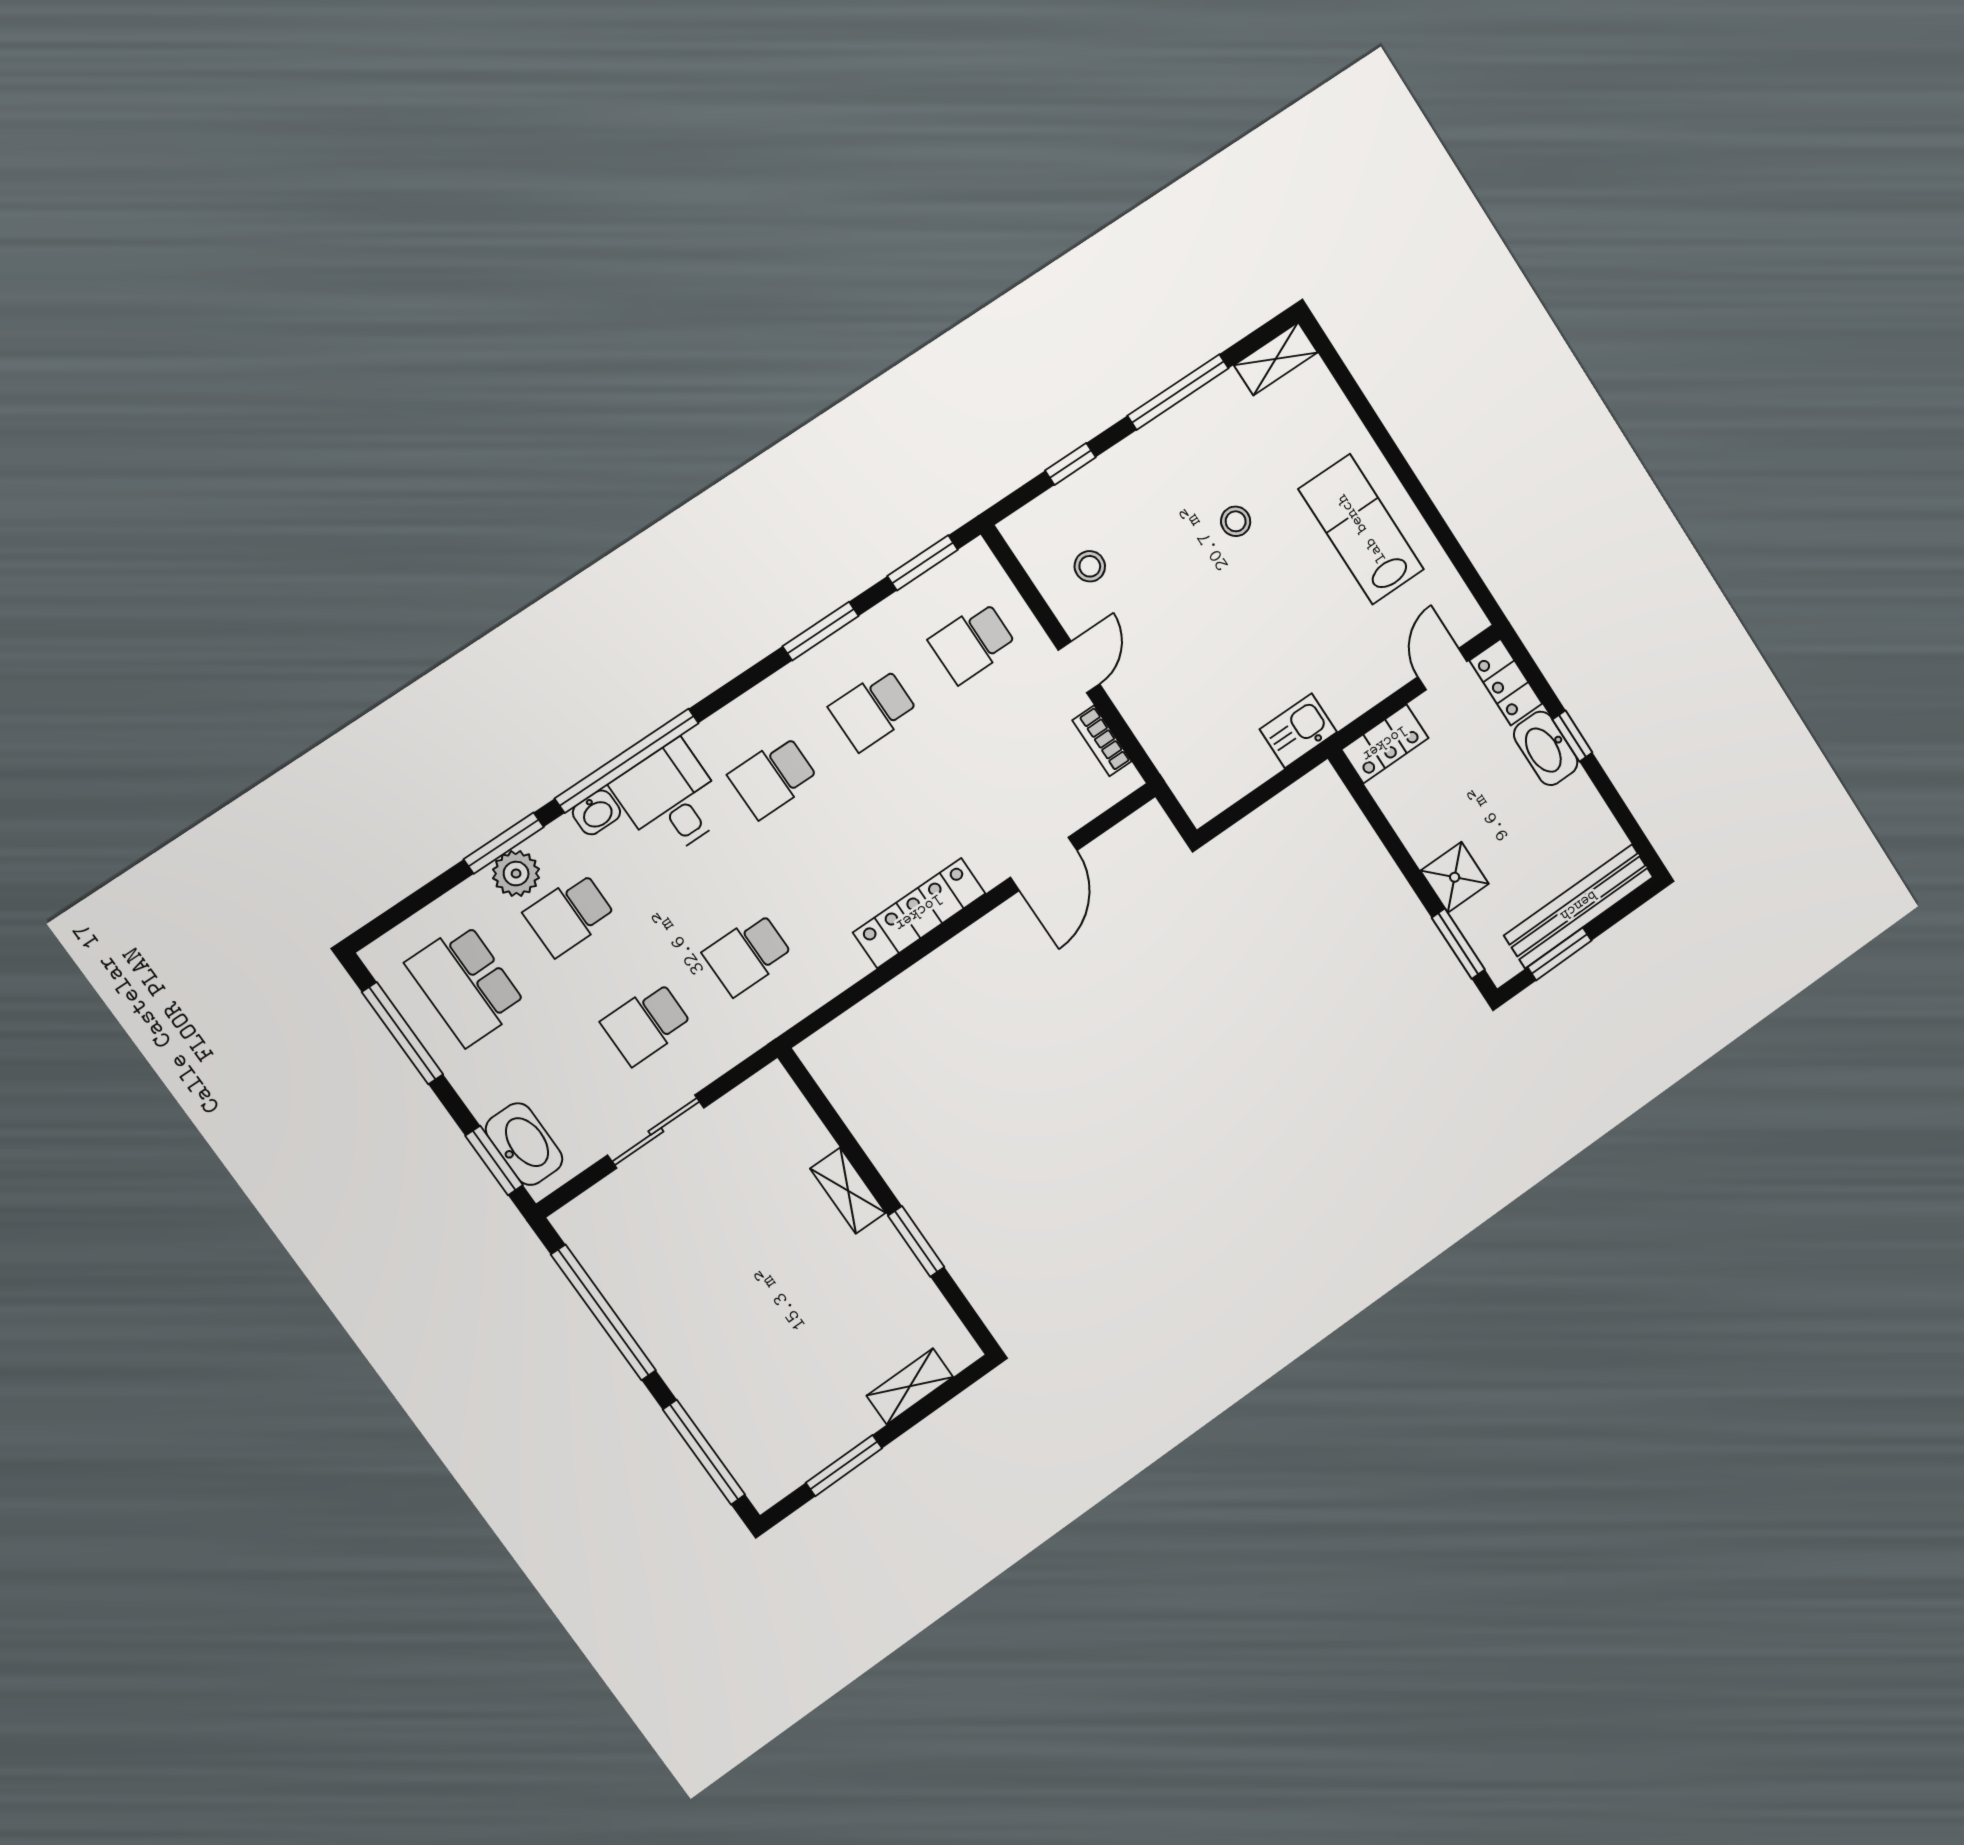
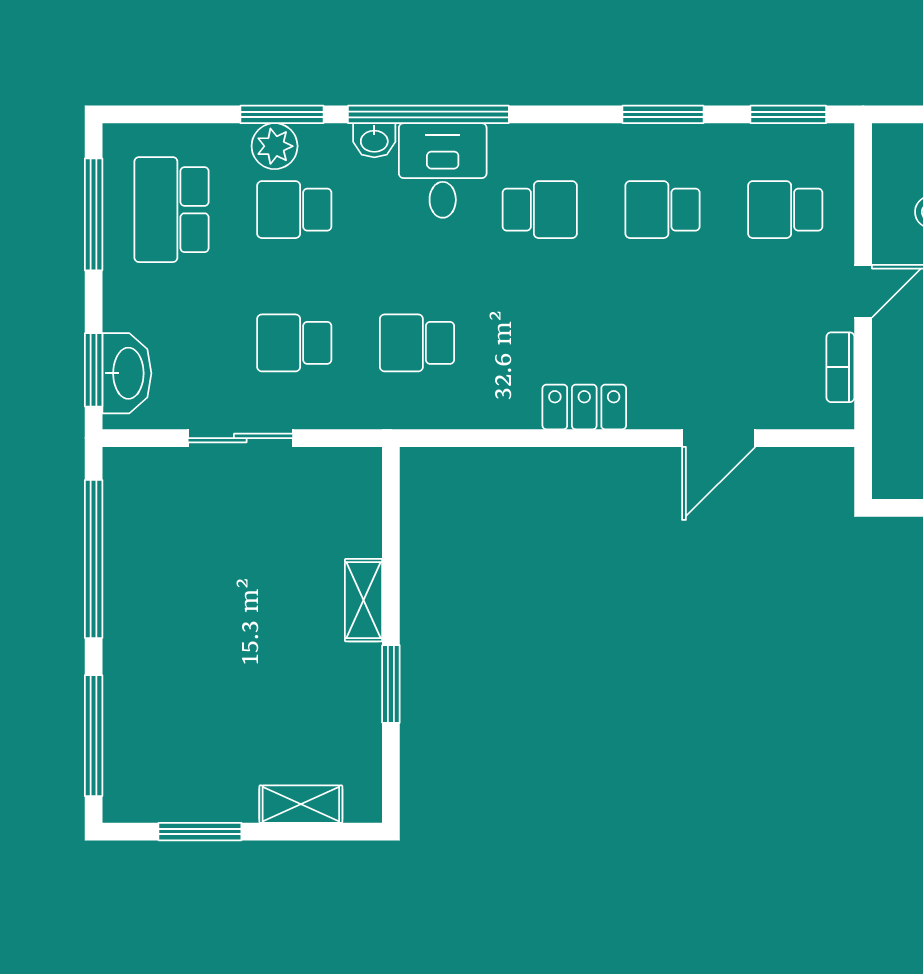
school desk: (773, 777) -> (540, 210), turned 180
locker: (919, 913) -> (584, 407), width x0.66

